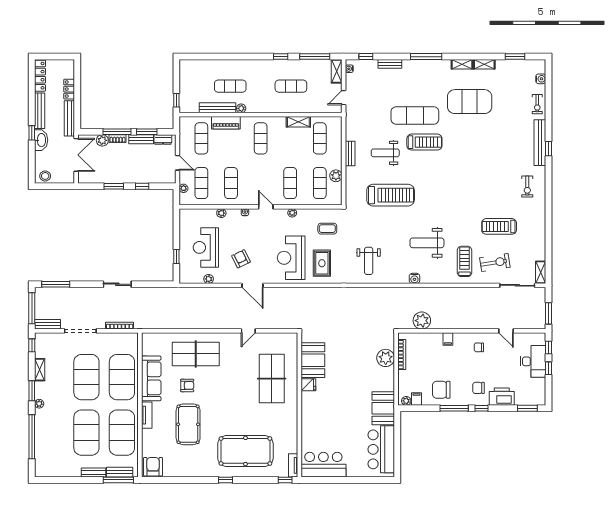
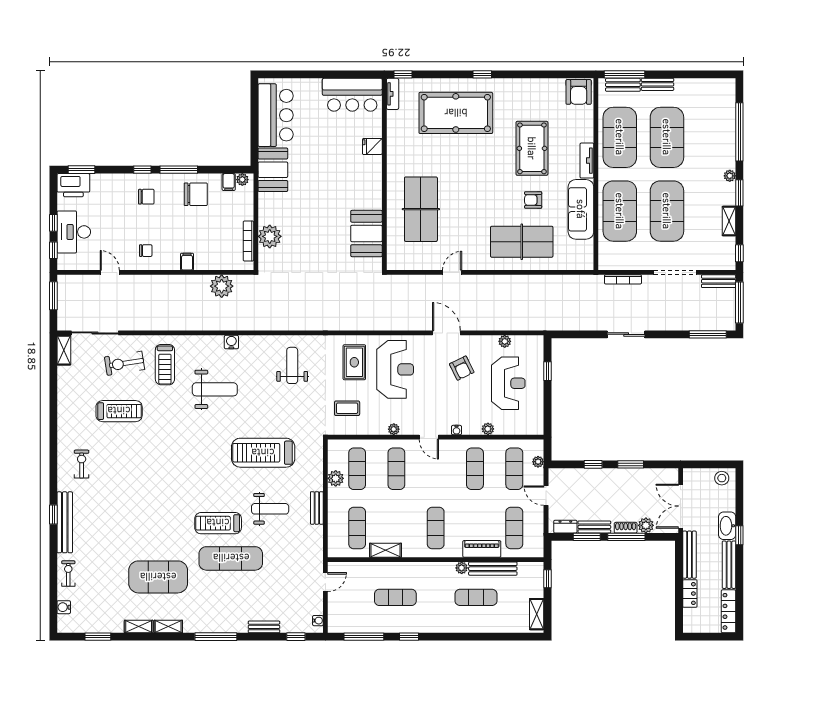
shelving: (337, 71) -> (537, 614), moved
fridge: (308, 385) -> (372, 146), moved
printer: (502, 397) -> (73, 185), moved

